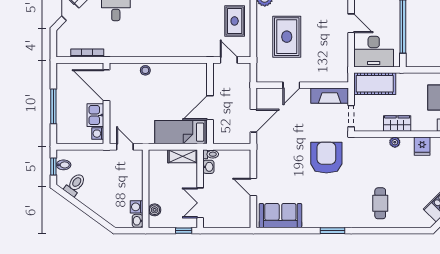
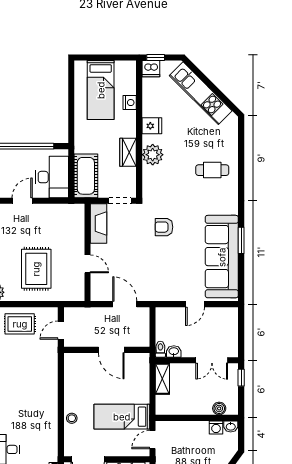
rug: (287, 37) -> (36, 269), turned 90
bed: (181, 132) -> (122, 417), moved, turned 90
plant: (395, 142) -> (153, 155), width x1.88, depth x1.88
armchair: (326, 158) -> (164, 227), width x0.53, depth x0.53
sofa: (280, 216) -> (222, 257), width x1.85, depth x1.27
window: (332, 231) -> (241, 240), moved

